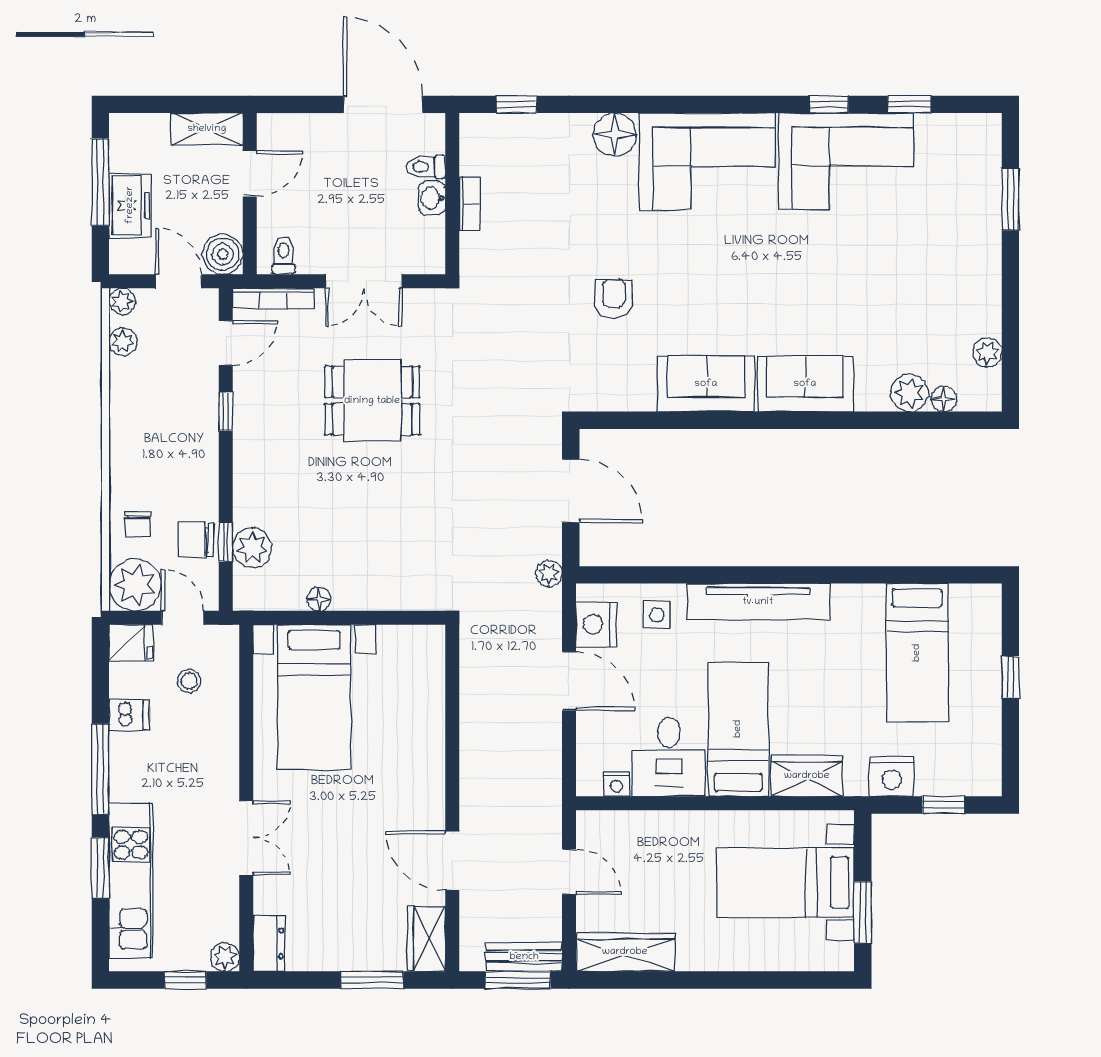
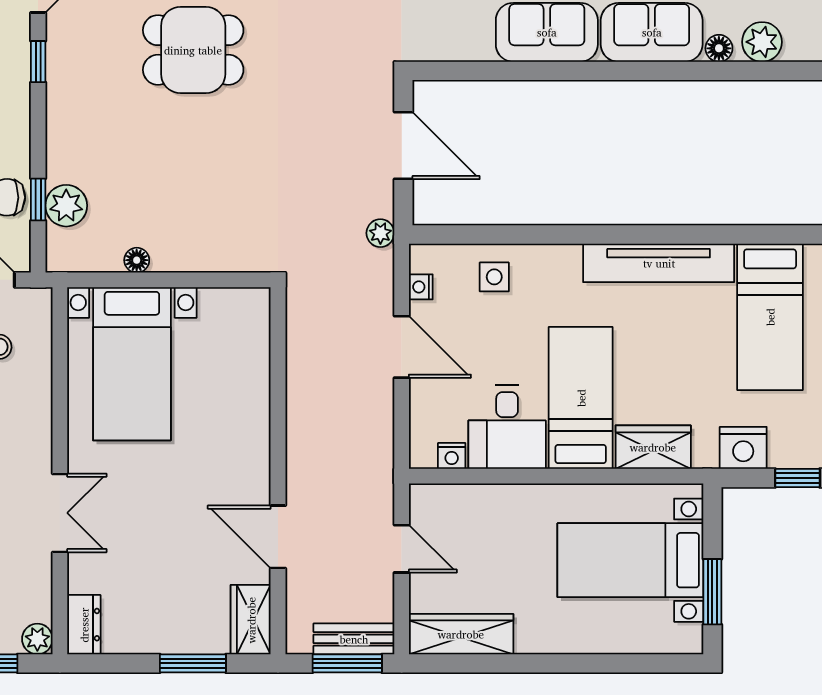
floor lamp: (944, 399) -> (719, 48), moved
tv unit: (758, 602) -> (659, 263), moved
nightstand: (596, 624) -> (421, 287), width x0.53, depth x0.56

